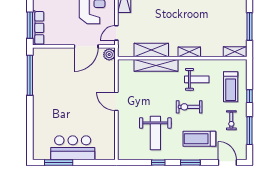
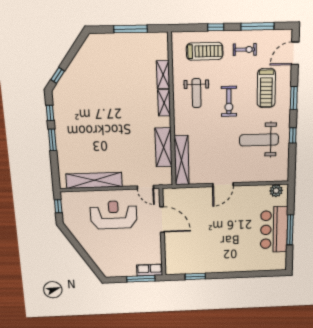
row of seats: (38, 28) -> (150, 270), width x0.68
shelving: (235, 52) -> (163, 75), moved
plant: (109, 55) -> (276, 191), moved
shelving: (156, 65) -> (182, 160), moved
window: (30, 75) -> (195, 276), width x0.47
weight bench: (197, 79) -> (196, 93), turned 180
weight bench: (155, 133) -> (259, 140), turned 180
window: (59, 163) -> (290, 230), moved

